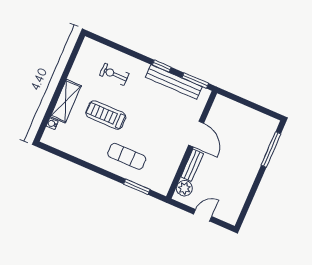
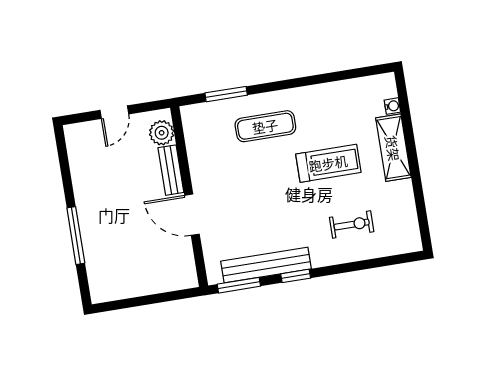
window: (271, 149) -> (76, 236), moved

